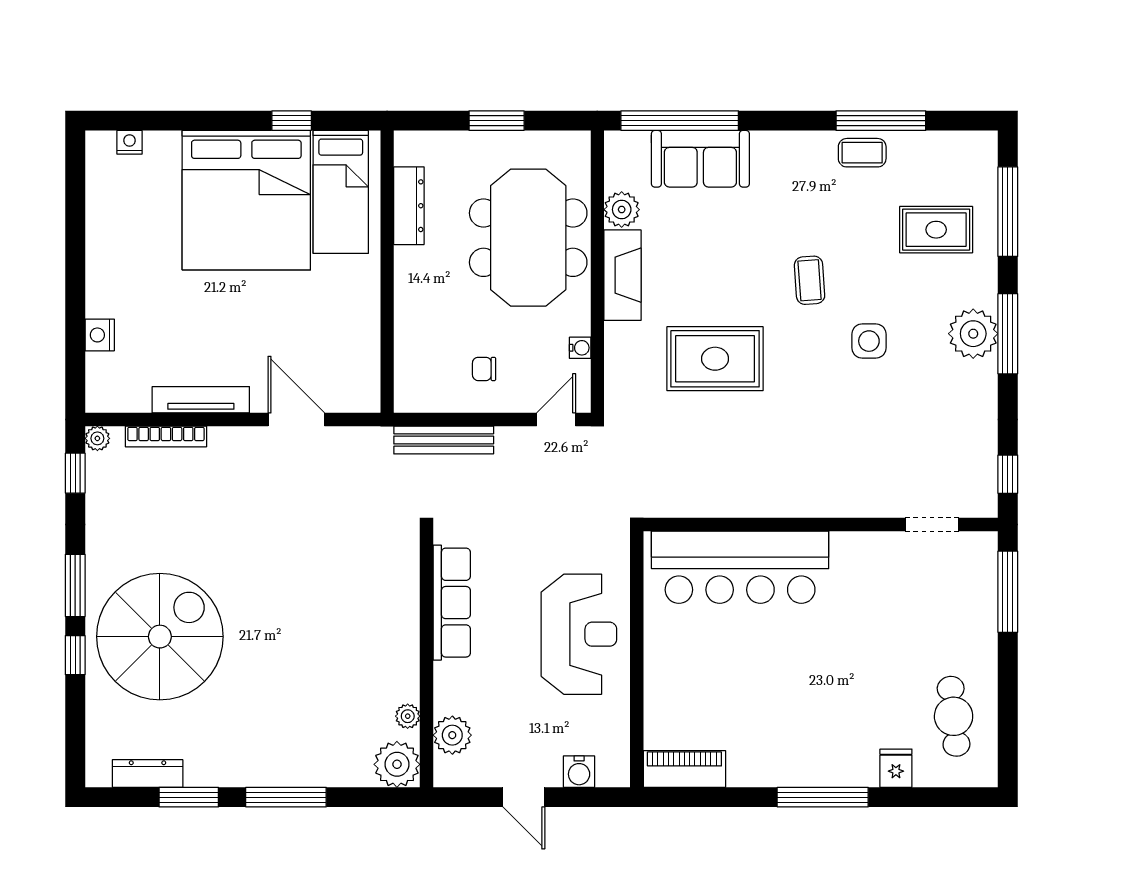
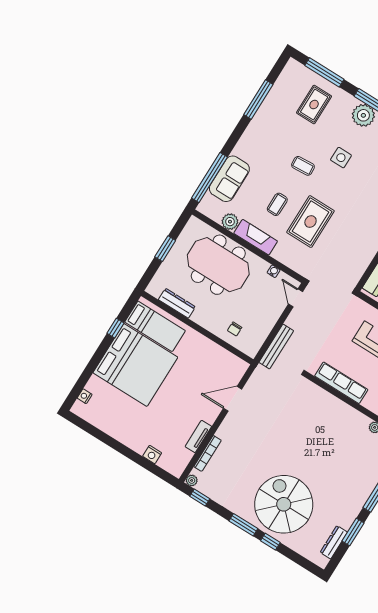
coffee table: (862, 153) -> (277, 204), moved
chair: (484, 369) -> (235, 329), moved
tv unit: (201, 400) -> (198, 436), width x0.71

